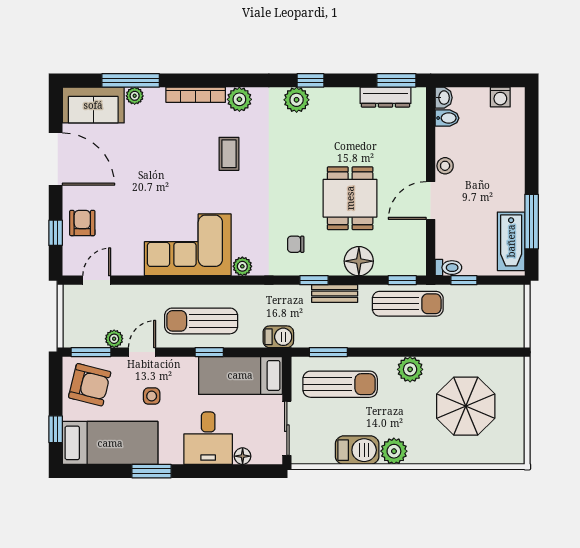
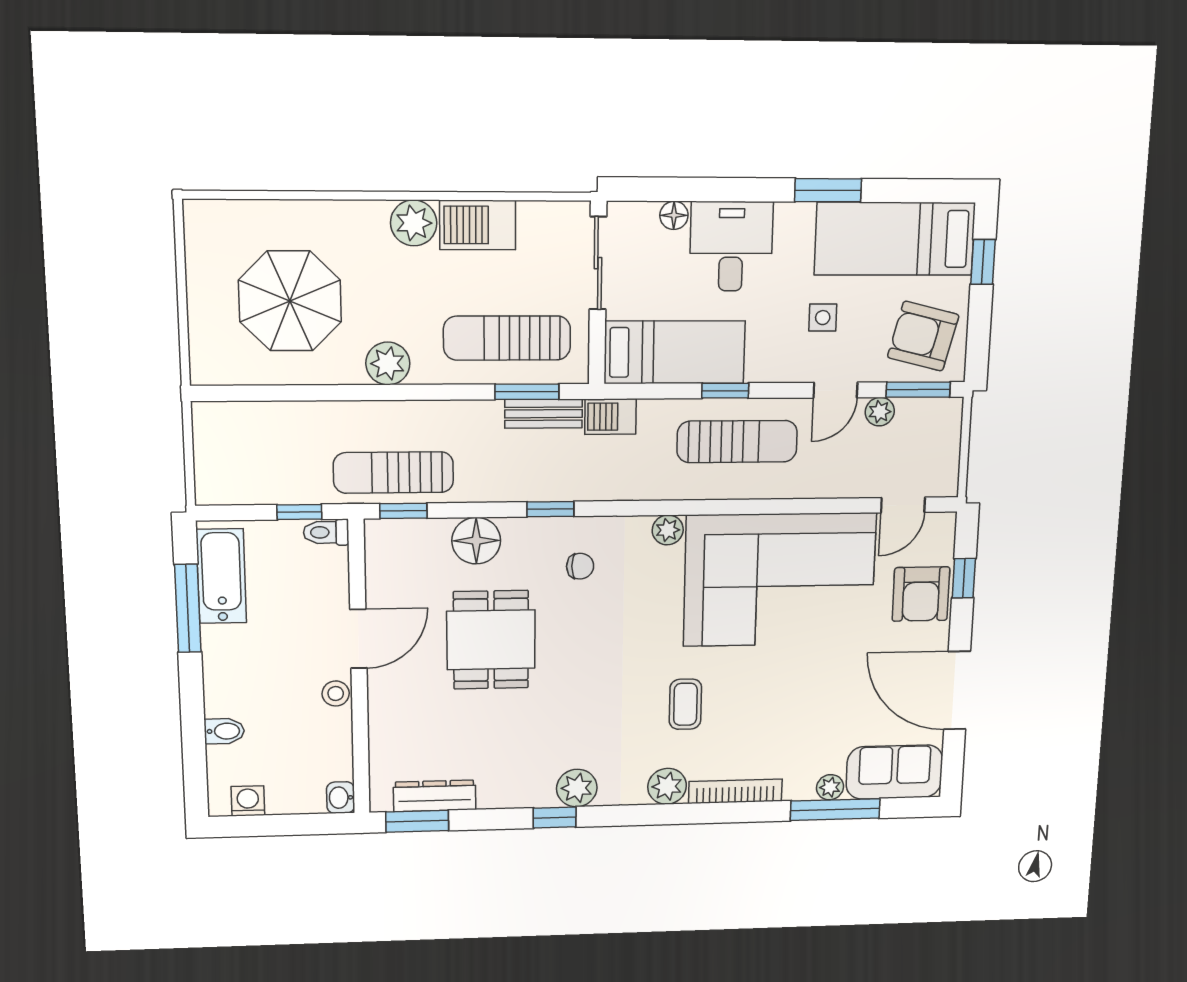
bidet: (447, 118) -> (224, 731), moved, turned 180
armchair: (82, 223) -> (921, 594), width x1.38, depth x1.38
corner sofa: (188, 245) -> (780, 580), width x1.36, depth x1.36
bench: (335, 294) -> (543, 414), moved

